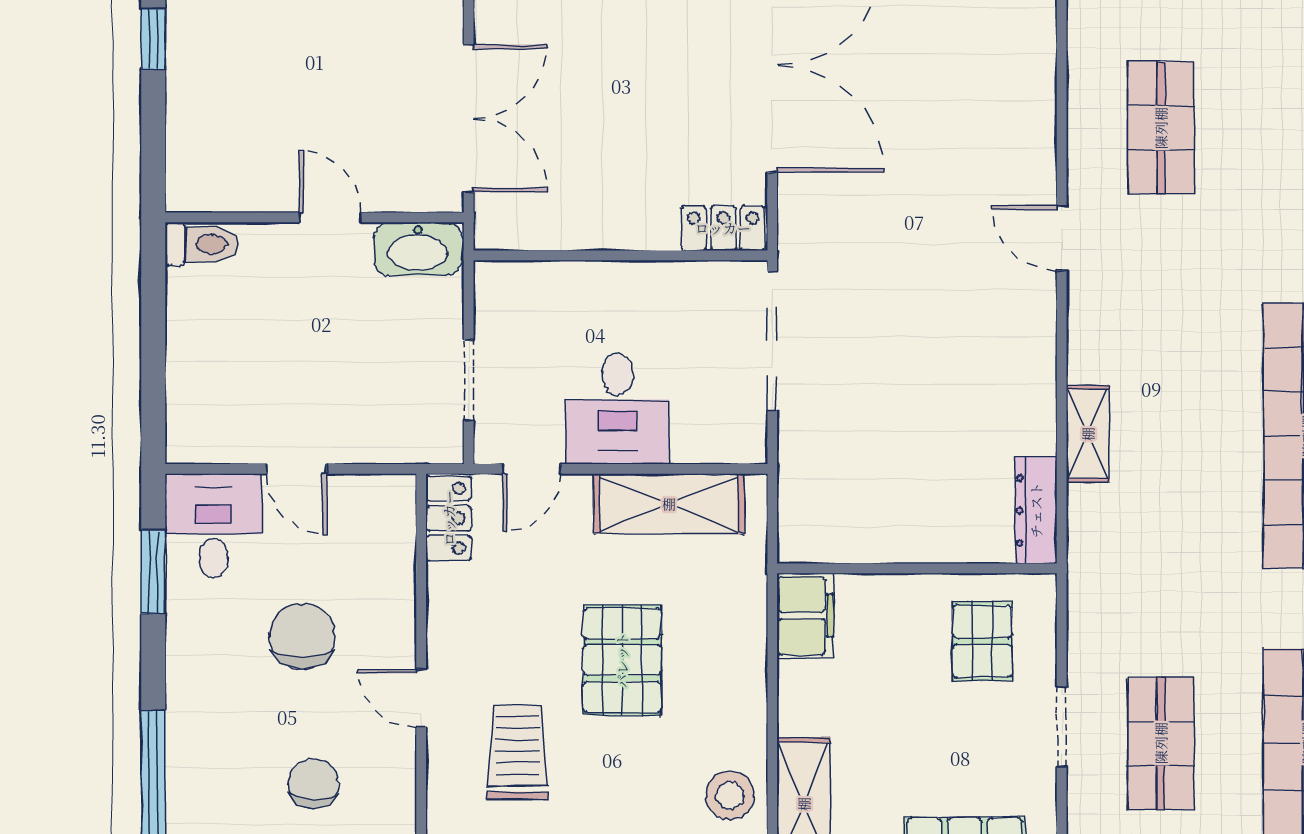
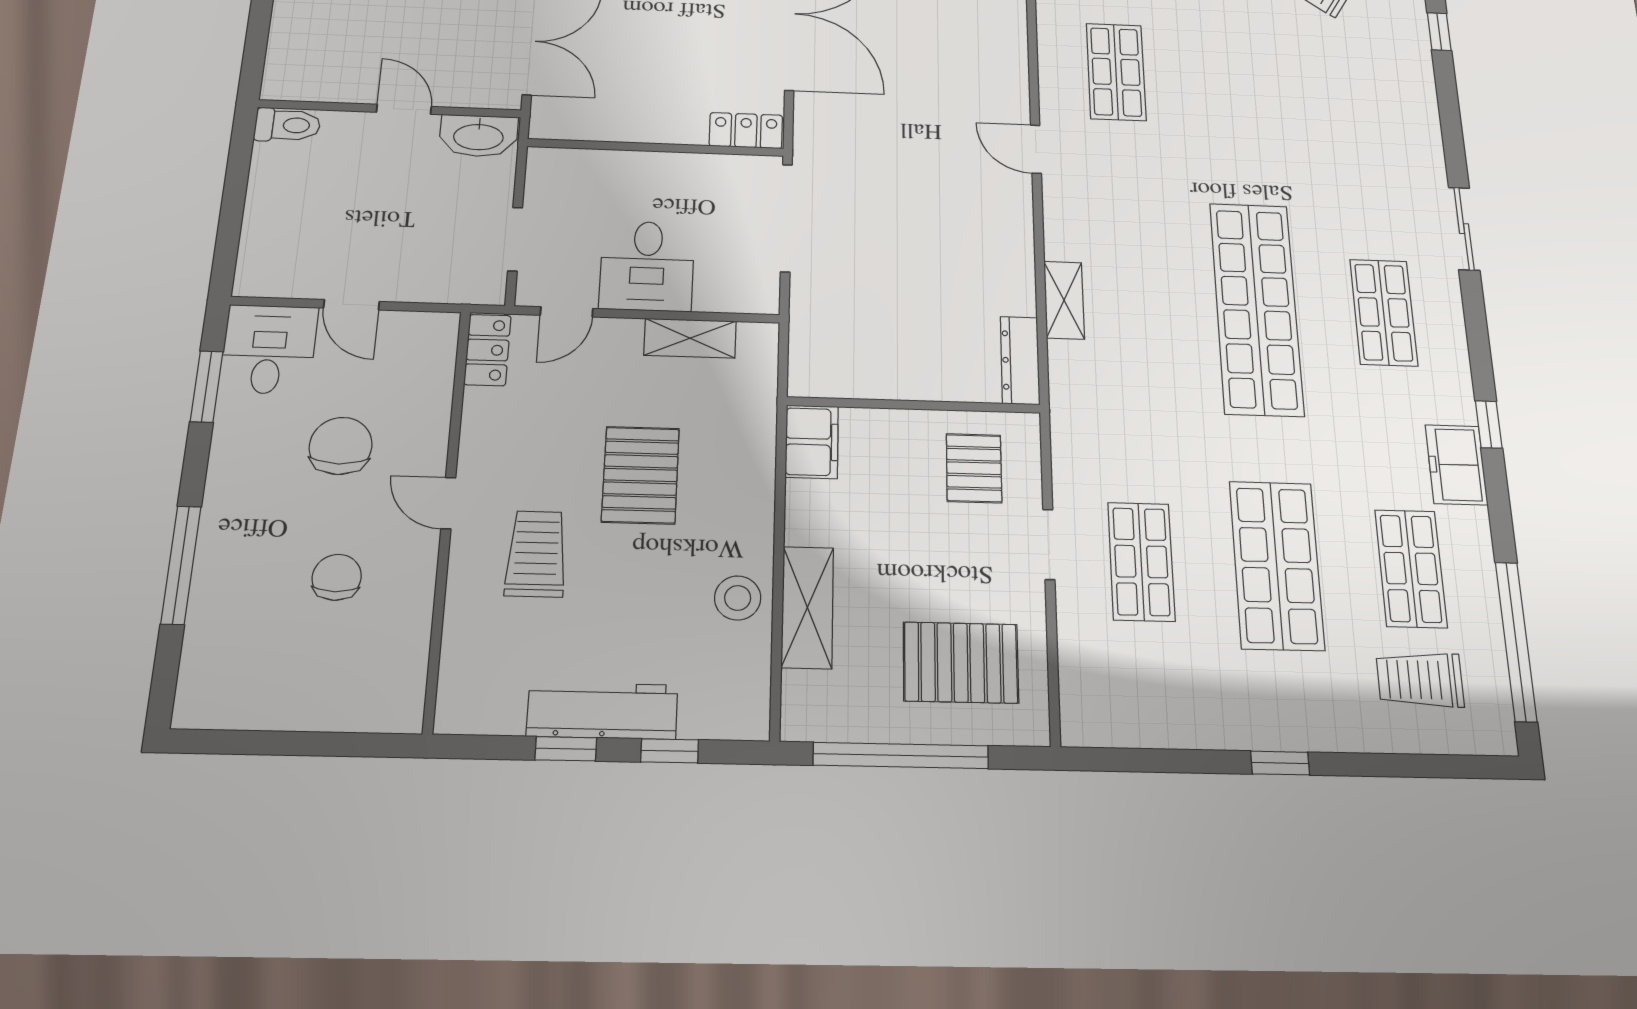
shelving: (669, 504) -> (690, 338), width x0.67, depth x0.75

